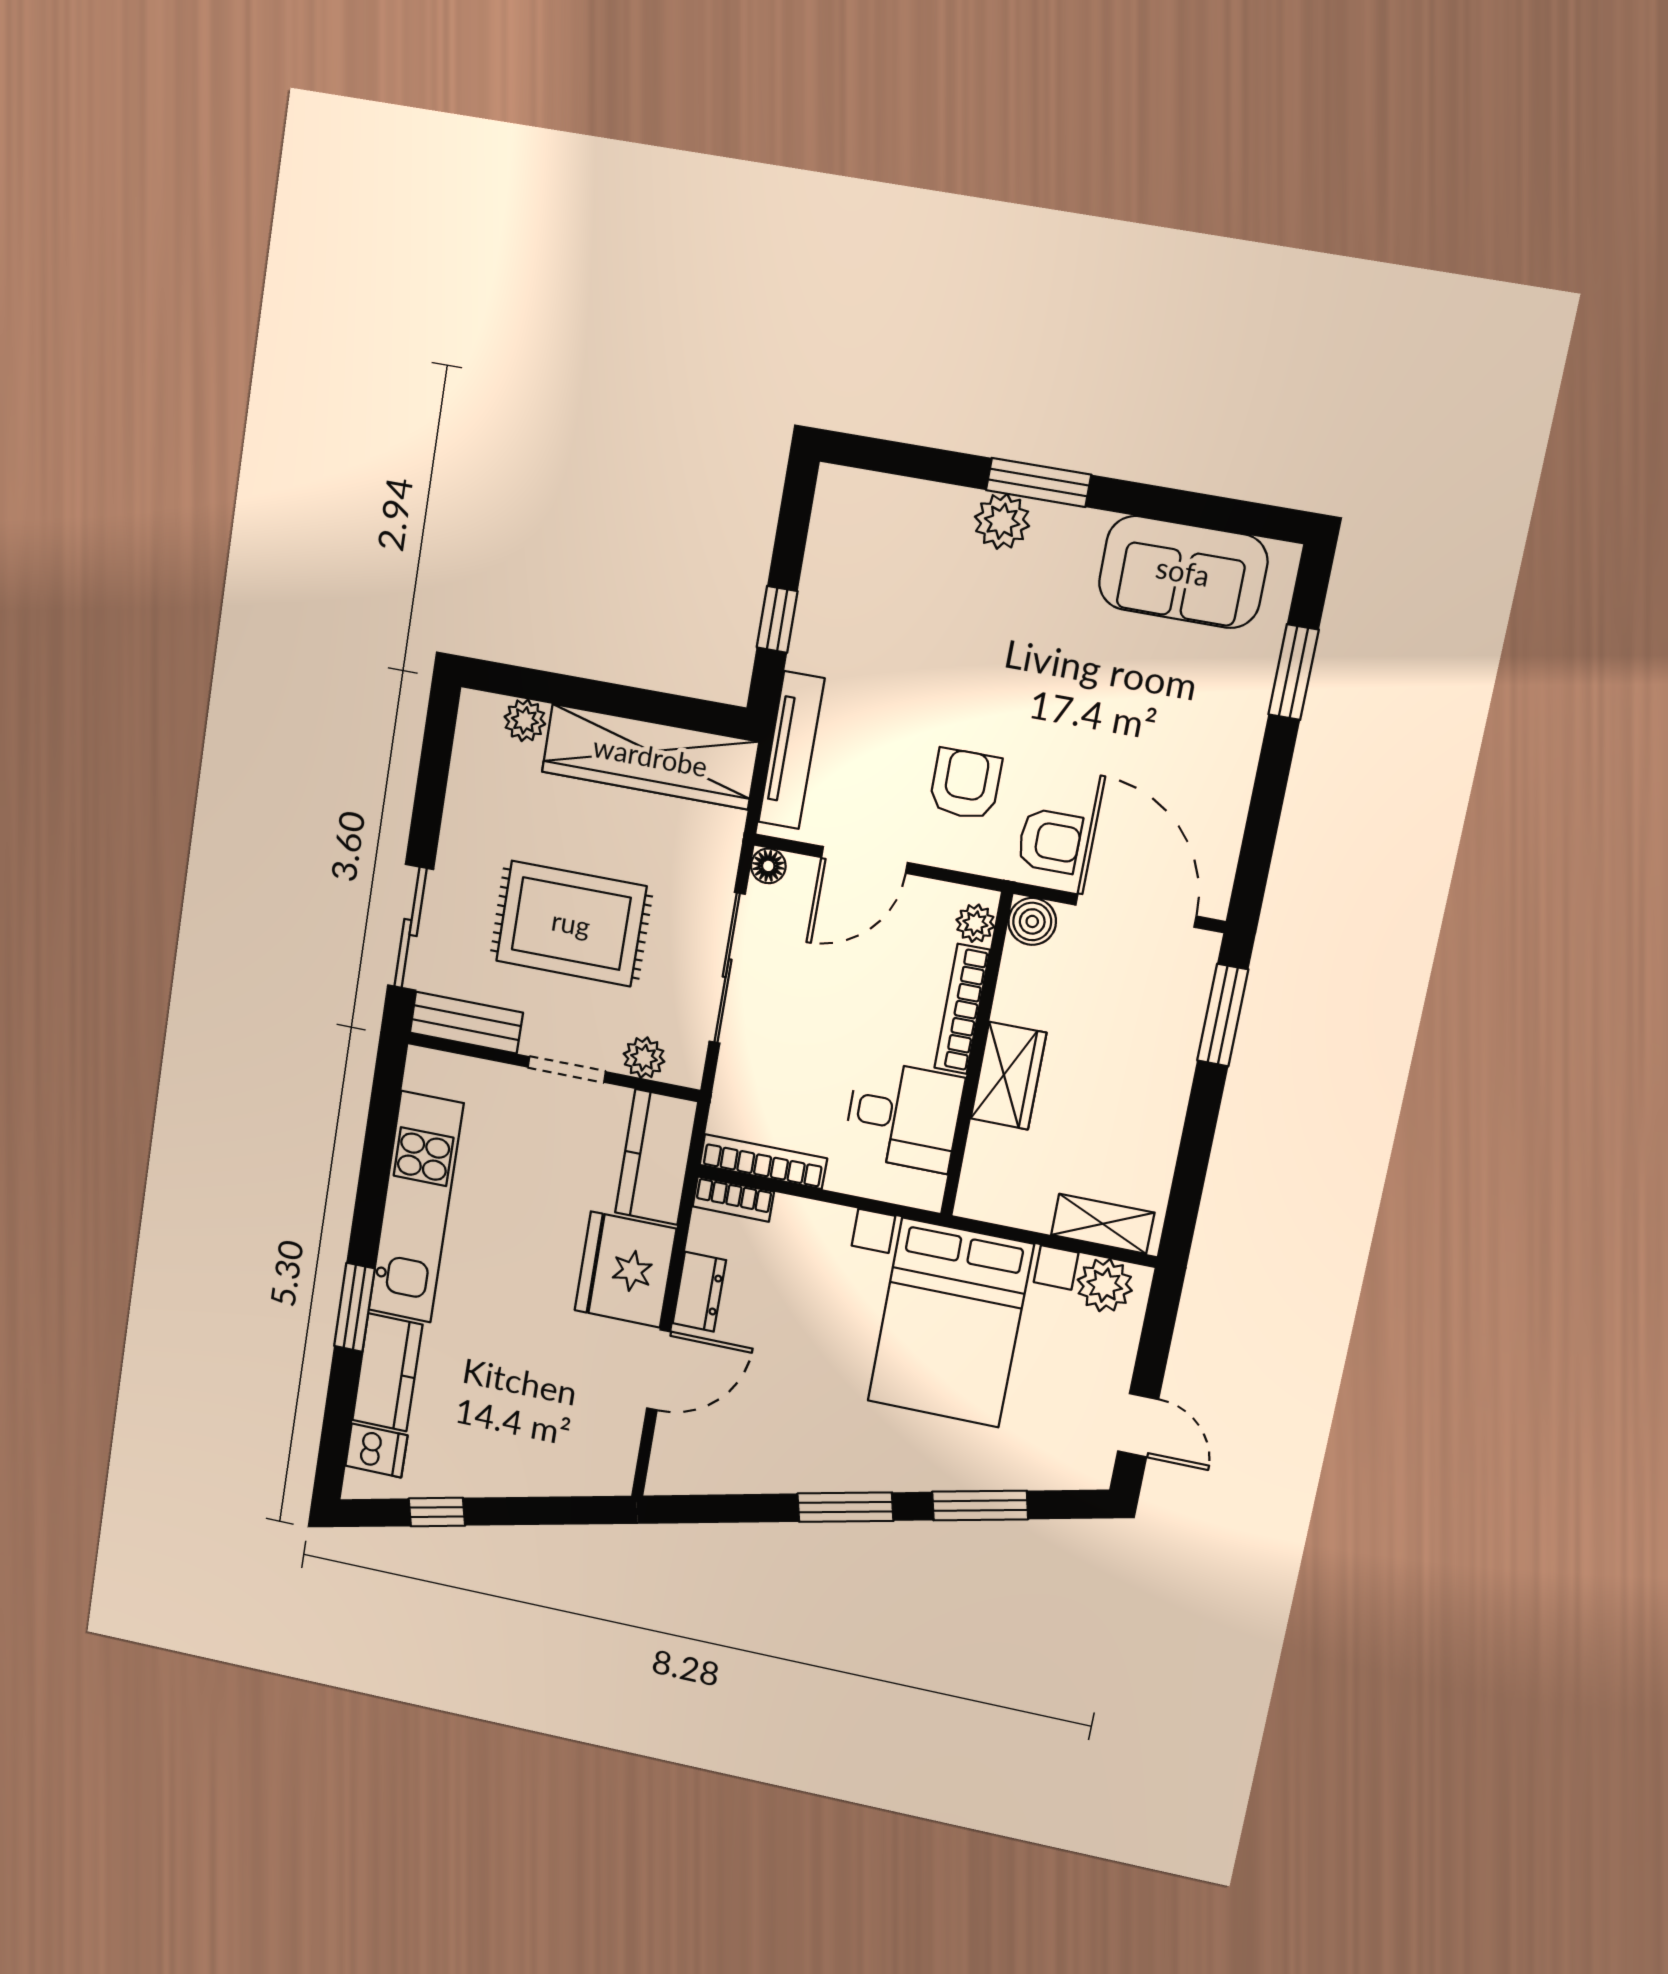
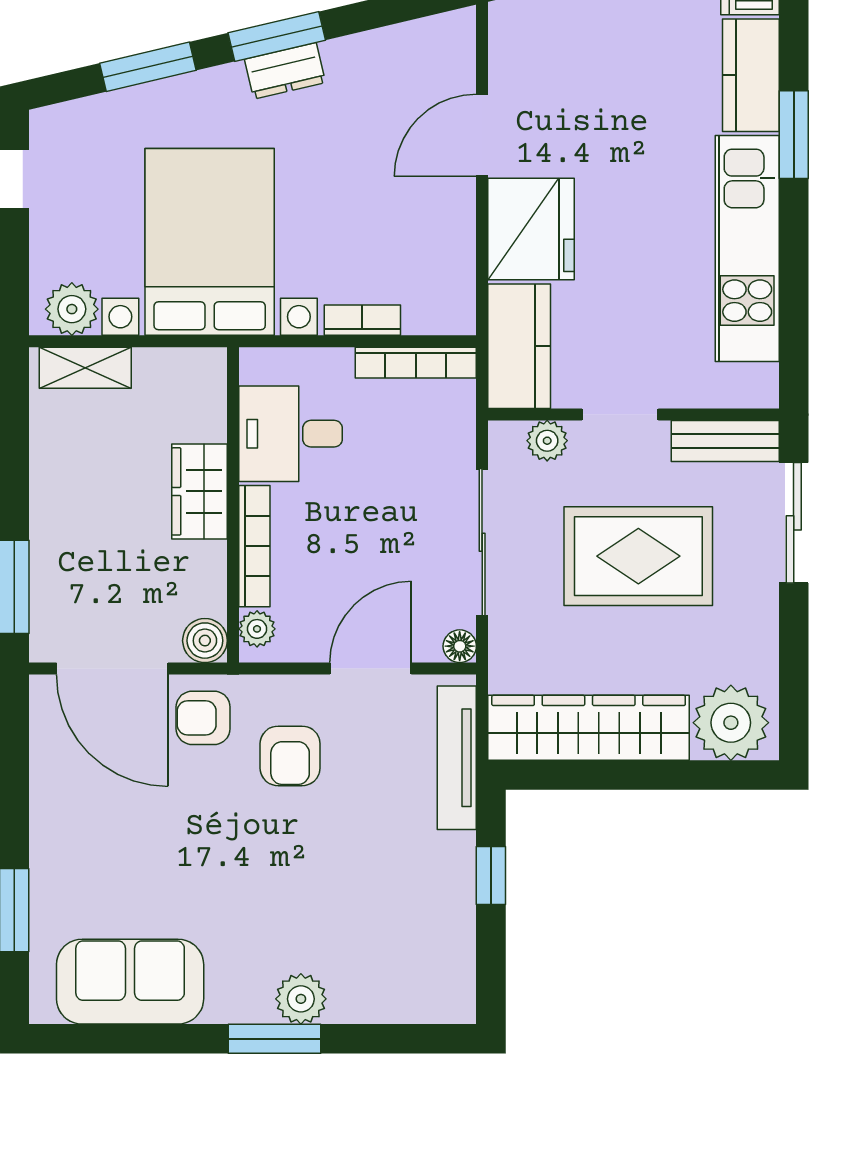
plant: (525, 720) -> (731, 723), width x1.88, depth x1.88
bookcase: (733, 1199) -> (362, 320), moved
dresser: (699, 1292) -> (285, 71), moved, turned -103

